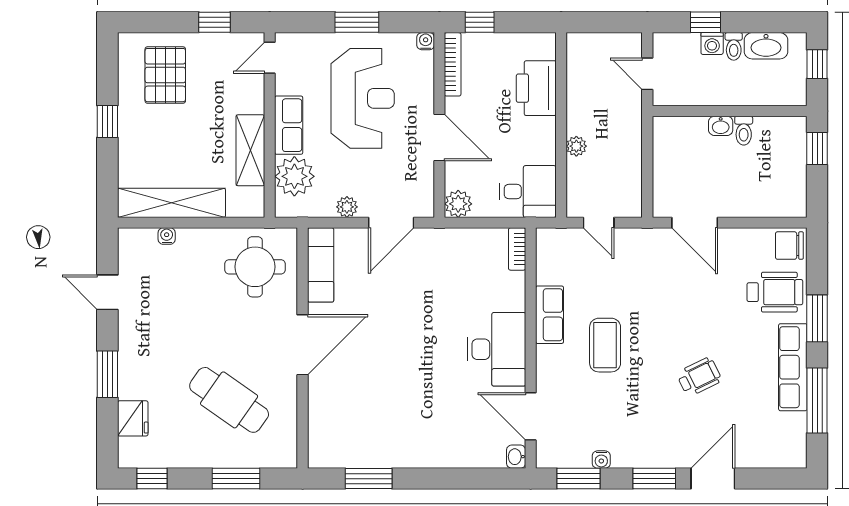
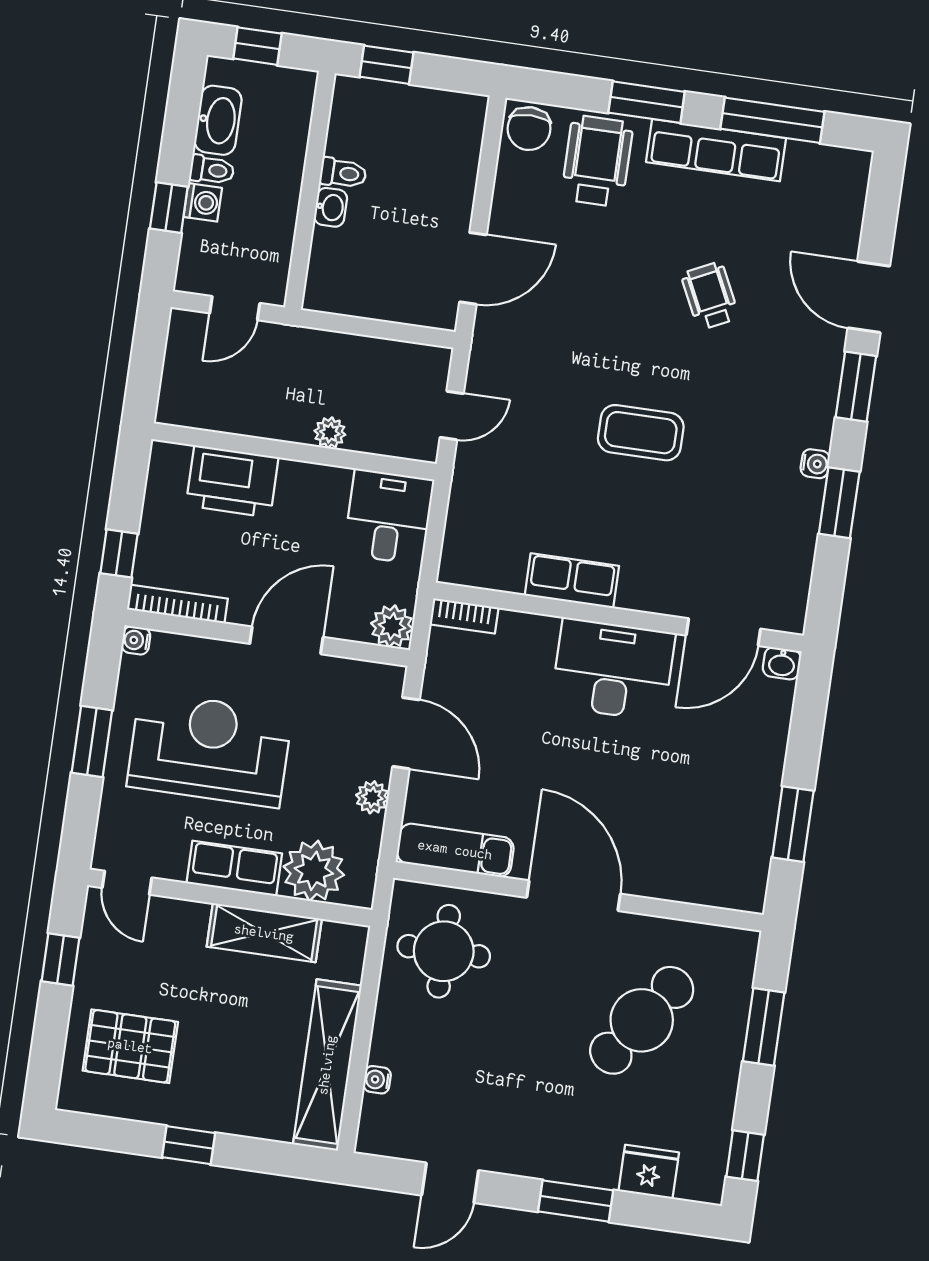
bookcase: (517, 249) -> (464, 616), moved
row of seats: (550, 315) -> (572, 581), moved
wall: (531, 348) -> (619, 617), moved
desk: (497, 349) -> (613, 669), moved
door: (531, 416) -> (723, 632), moved
washbasin: (516, 457) -> (782, 663), moved

